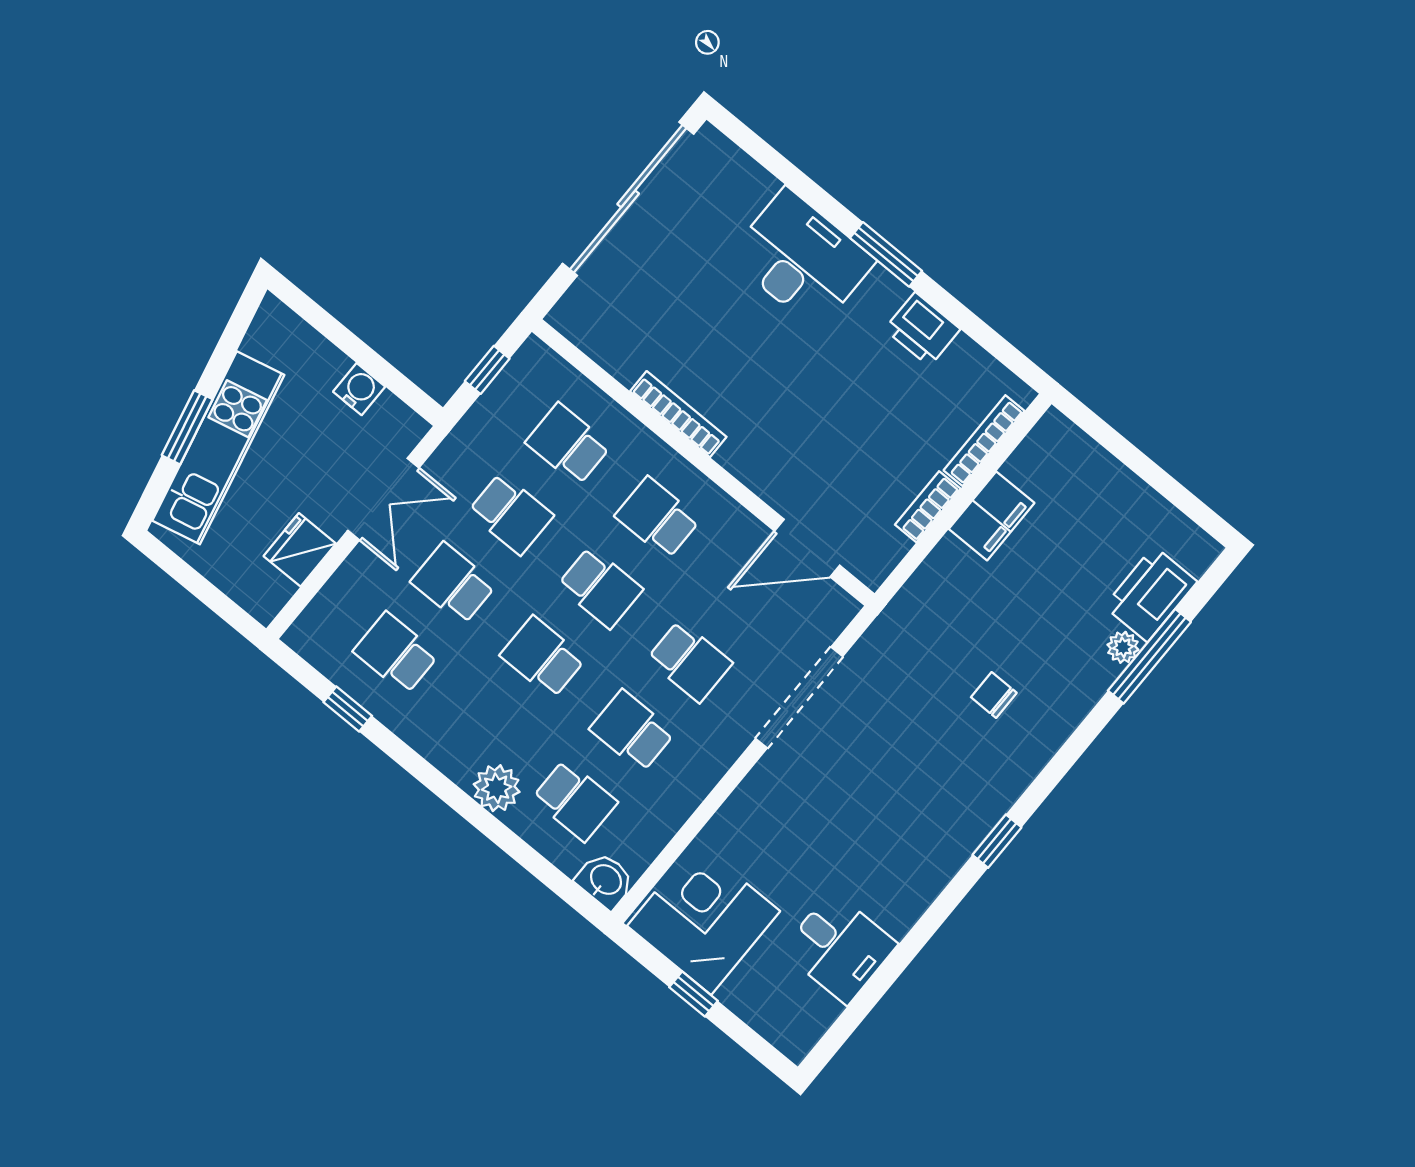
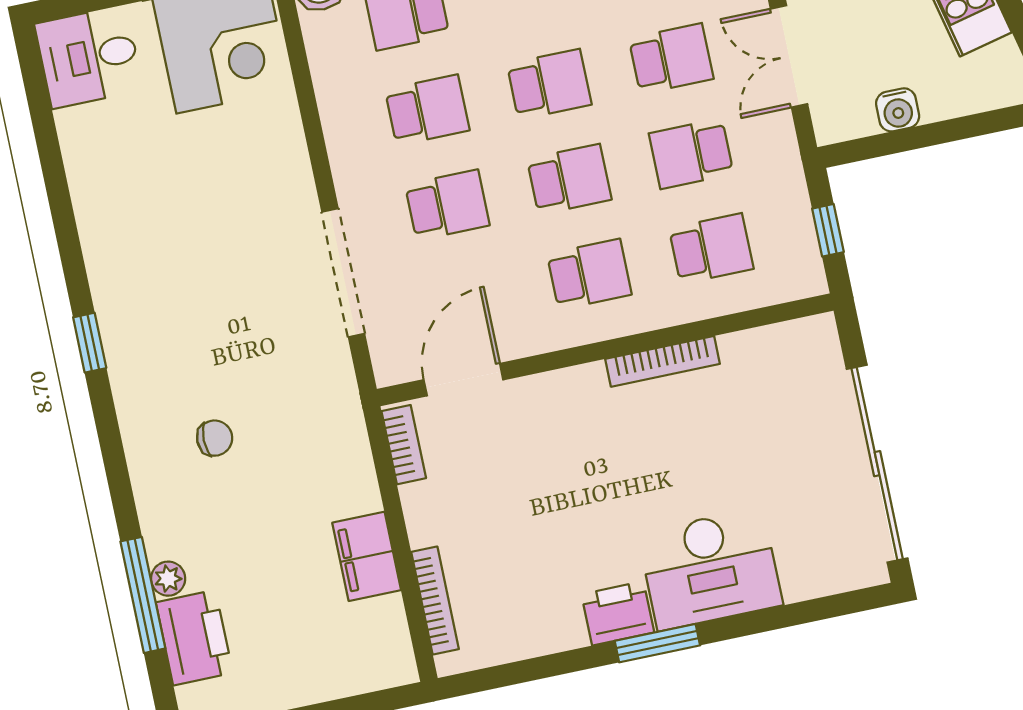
printer: (922, 329) -> (618, 613), moved
bookcase: (928, 507) -> (404, 445), moved
school desk: (600, 587) -> (569, 179), turned 180
school desk: (690, 661) -> (447, 205), turned 180
desk: (839, 947) -> (89, 57), moved

